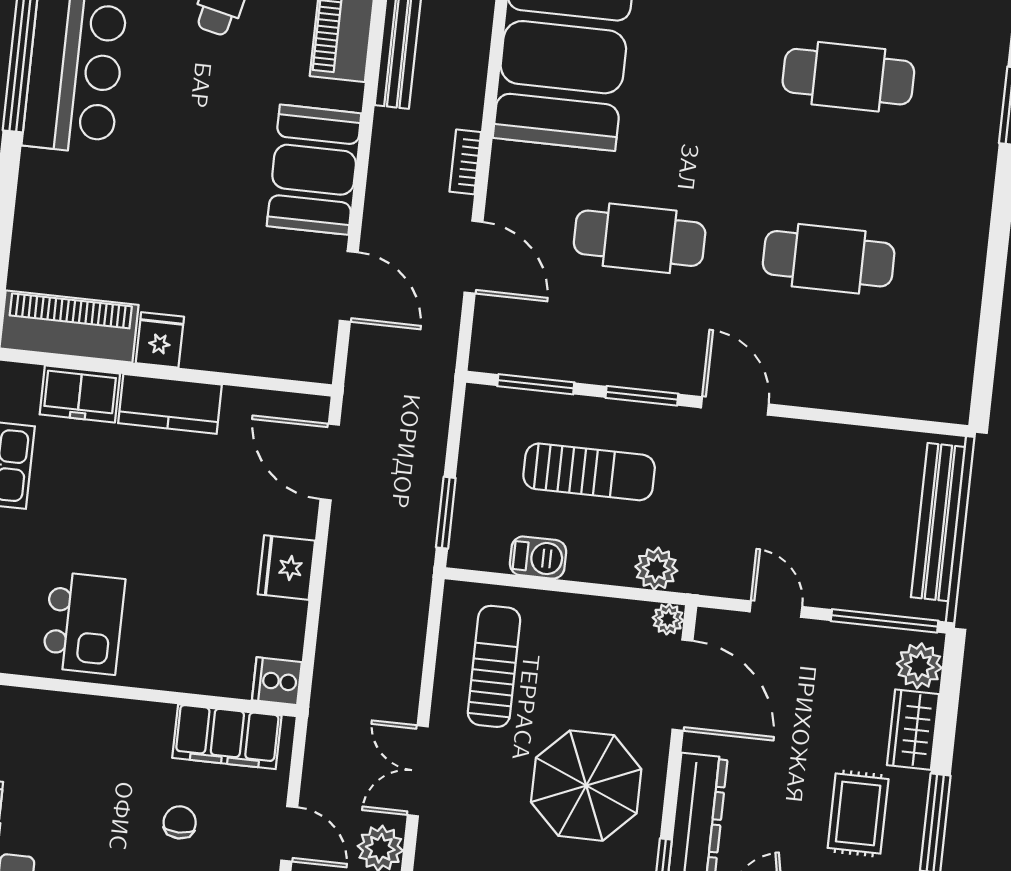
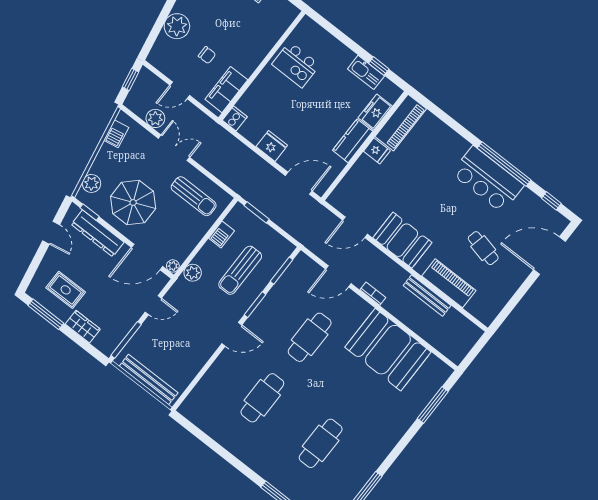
plant: (919, 666) -> (103, 342), removed

